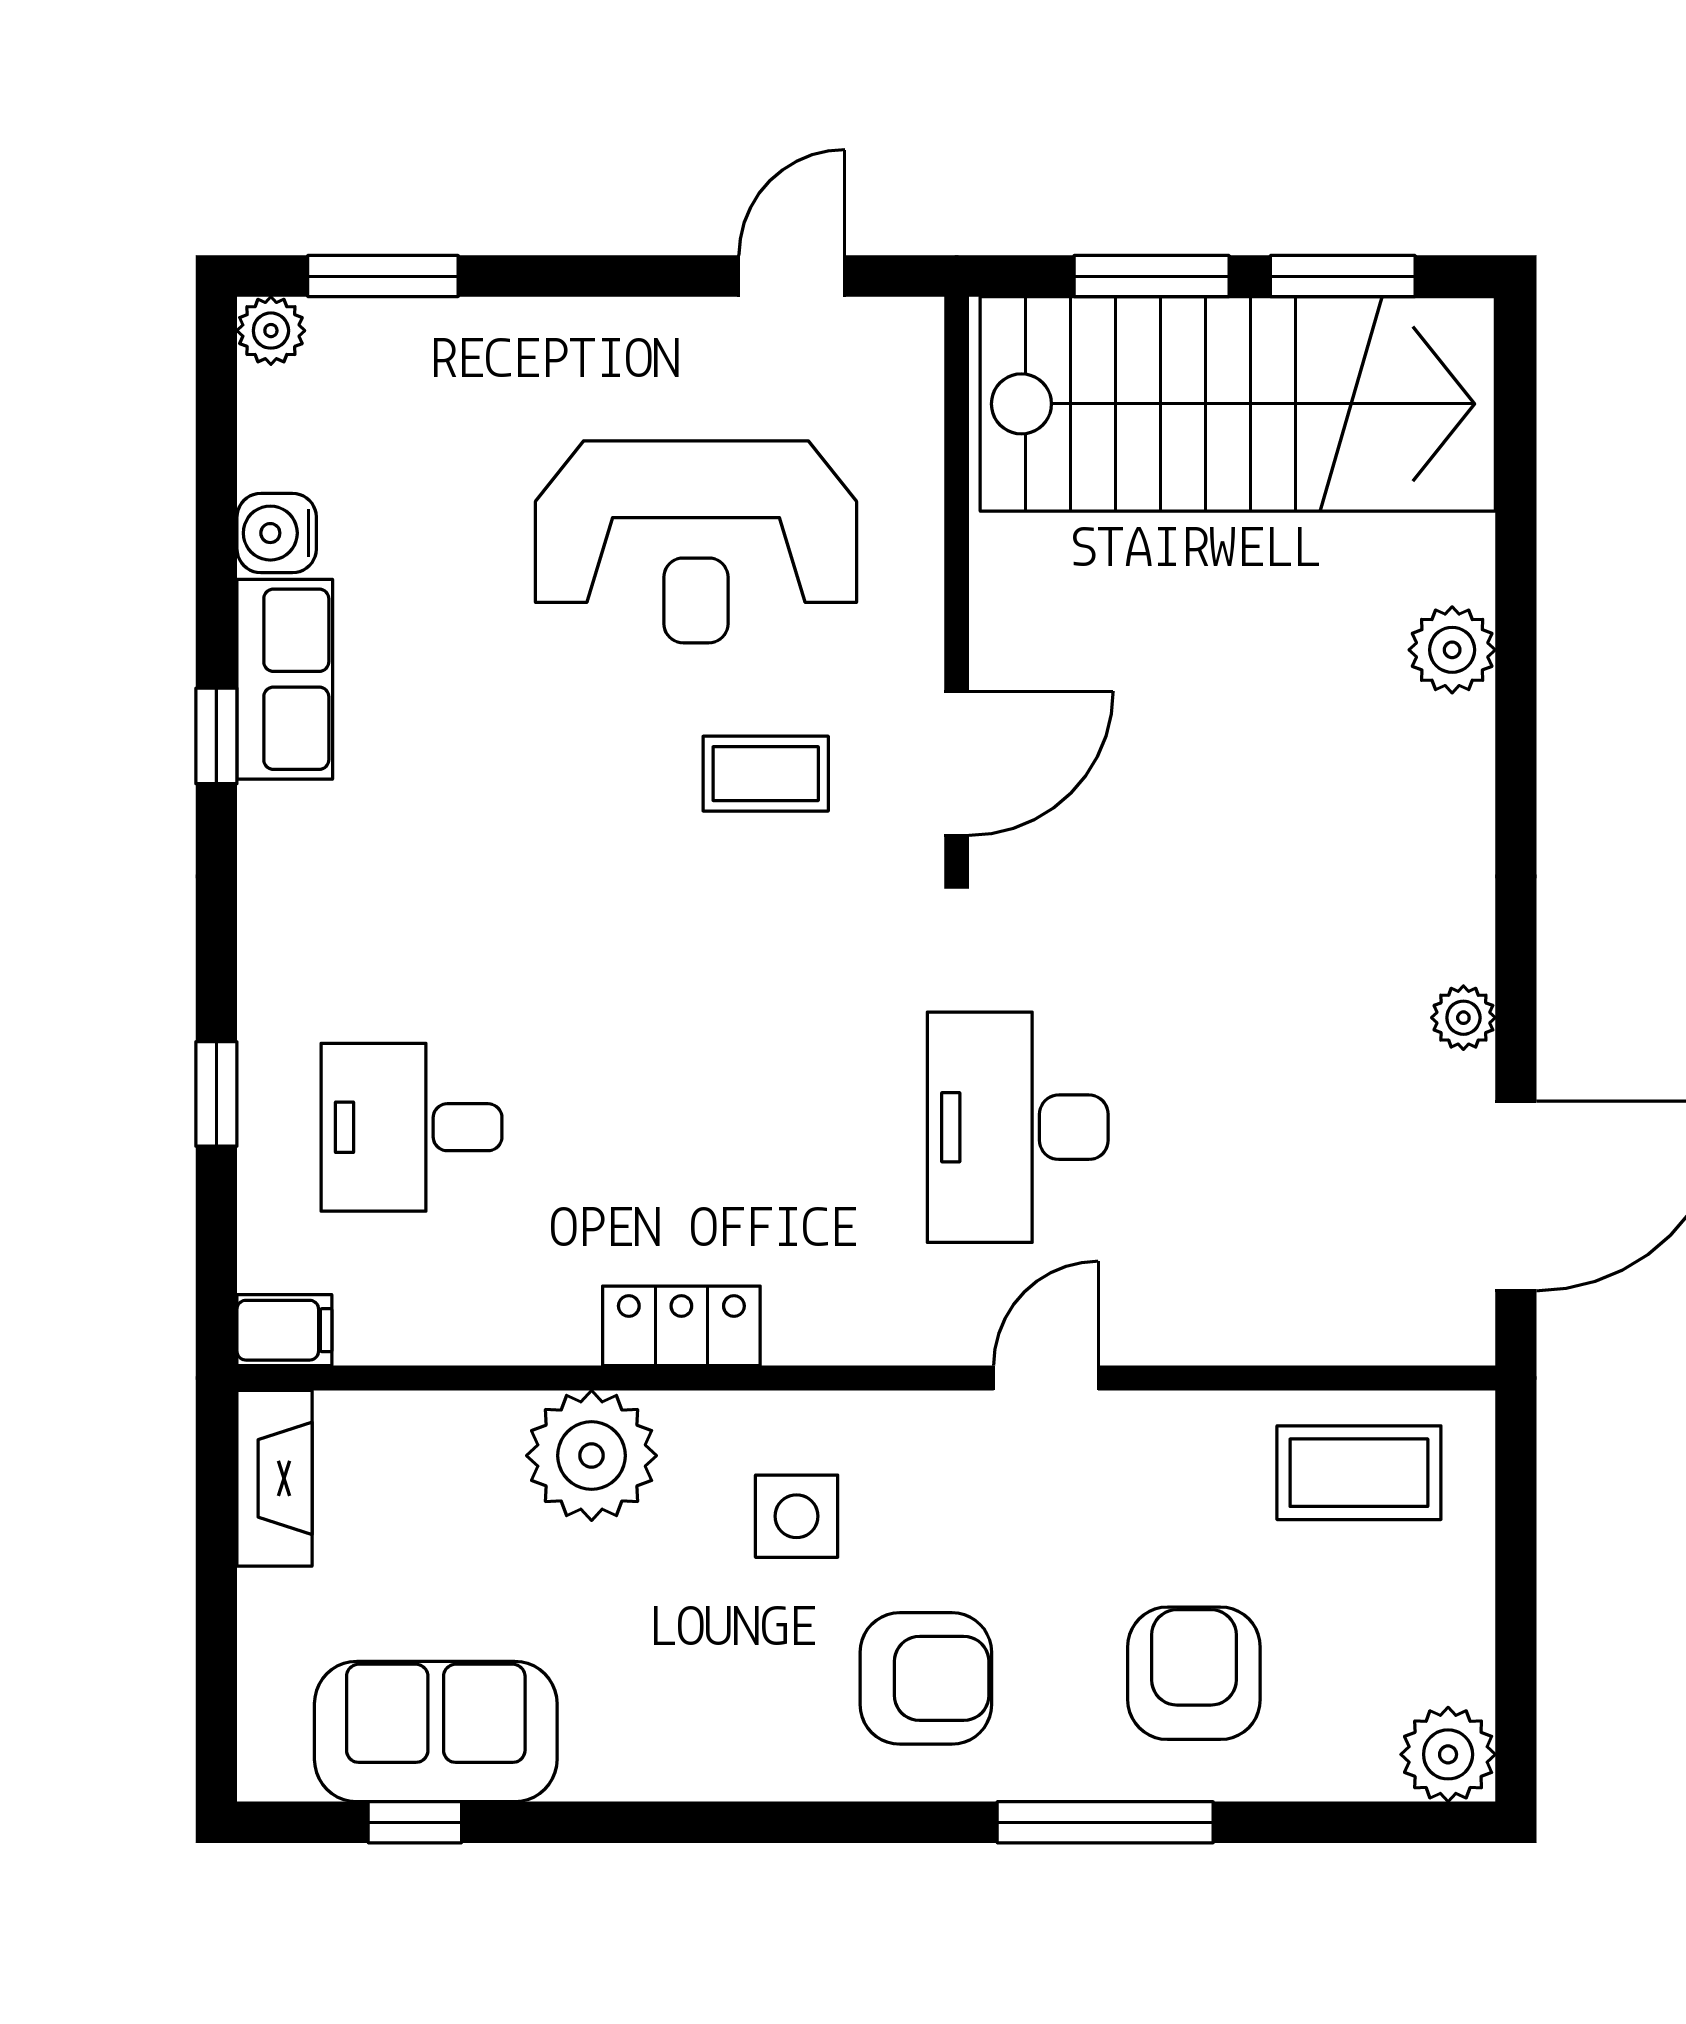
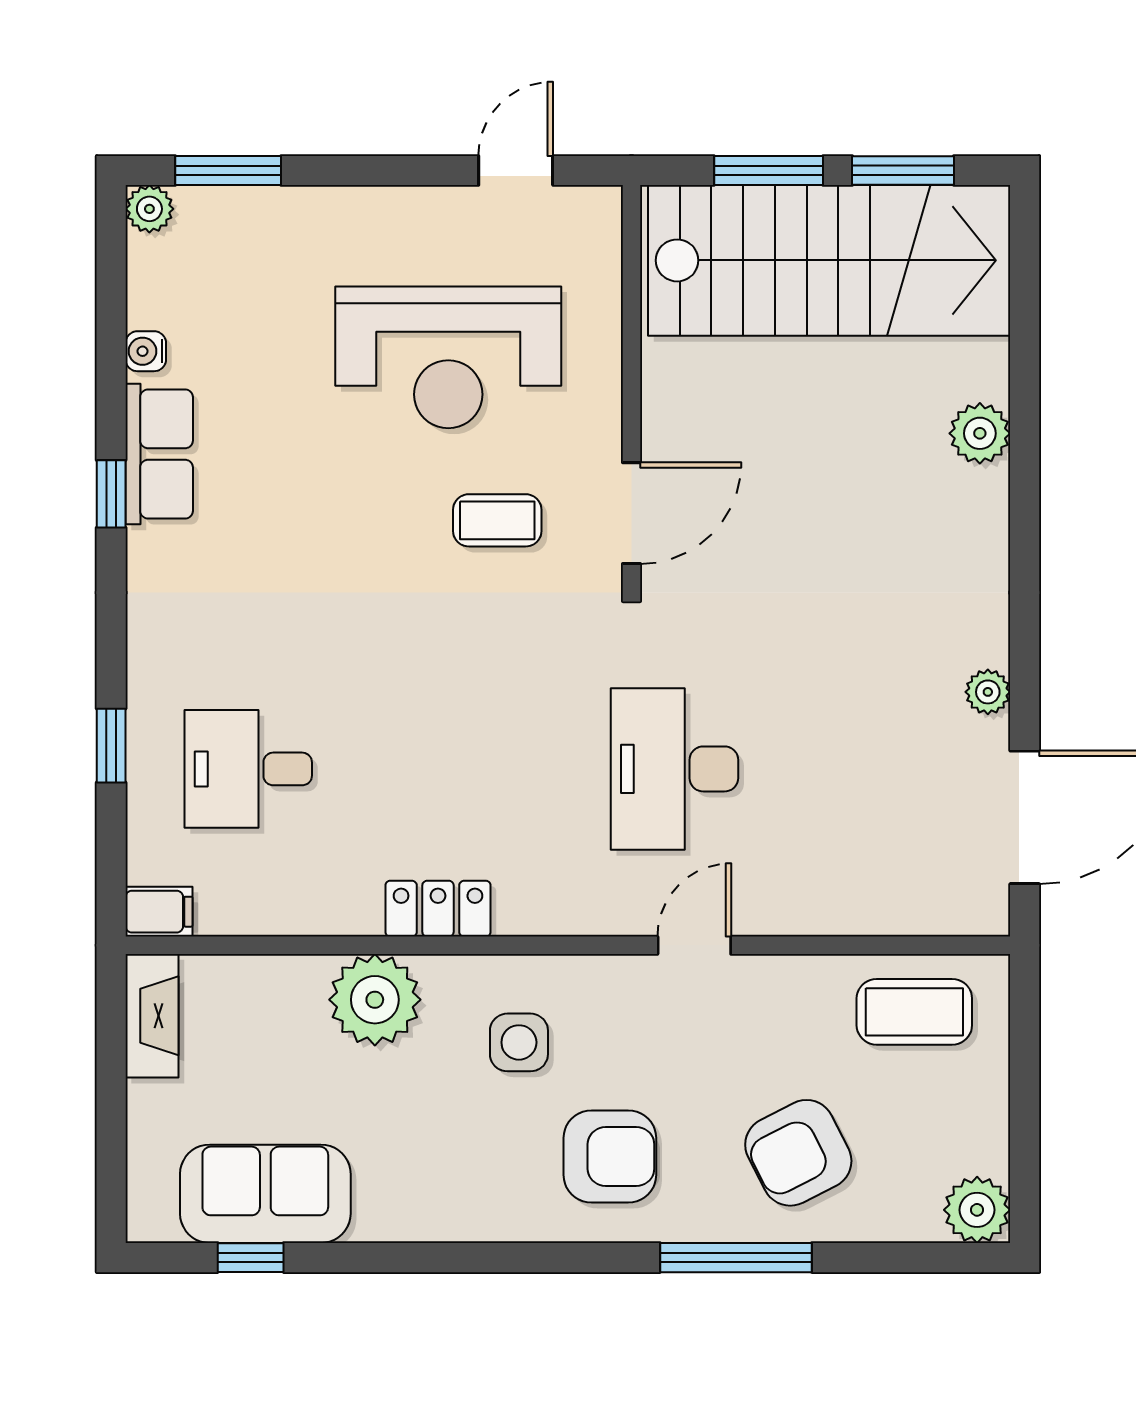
water cooler: (277, 533) -> (146, 351), width x0.72, depth x0.72
armchair: (1194, 1673) -> (798, 1153), turned -117

